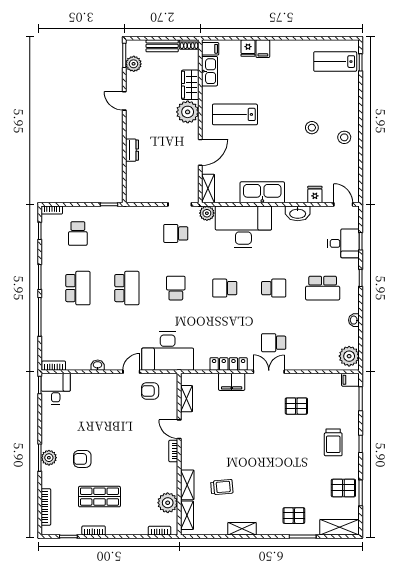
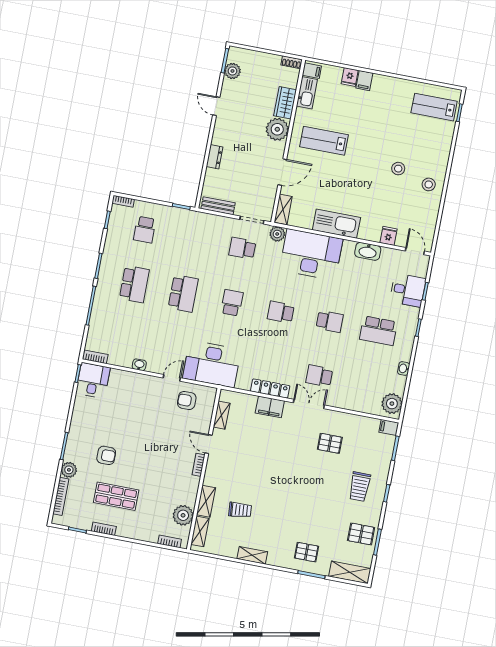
bench: (162, 46) -> (218, 206), moved
plant: (49, 458) -> (69, 470), moved
armchair: (82, 459) -> (106, 455), turned 180

